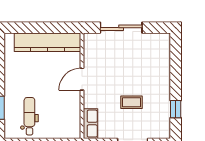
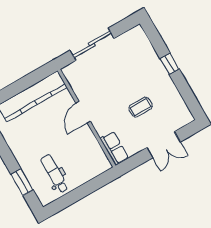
window: (176, 109) -> (170, 64), moved

